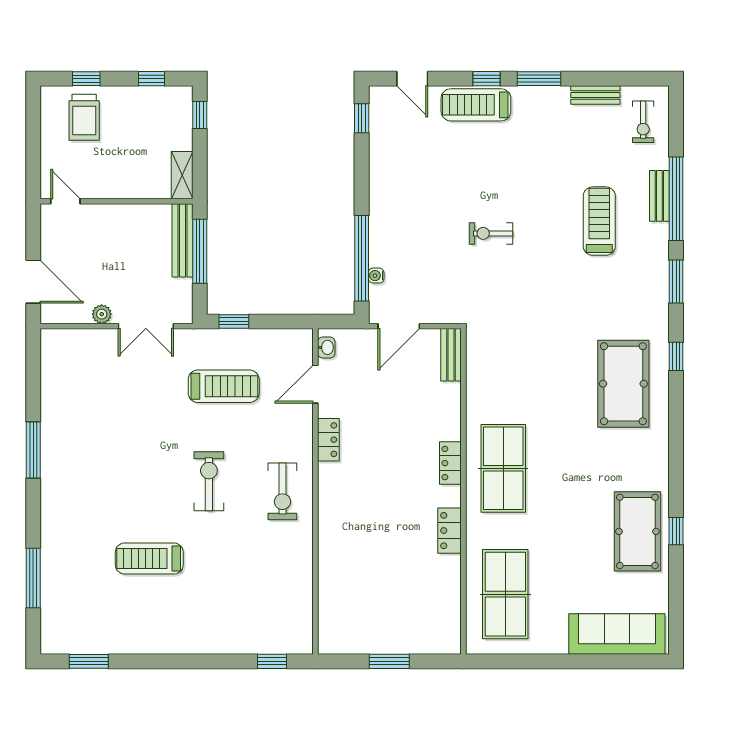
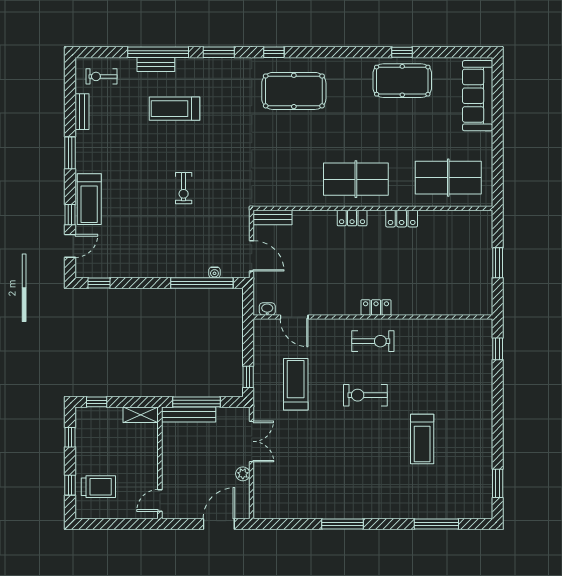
window: (486, 79) -> (70, 215), moved
exercise bike: (643, 122) -> (102, 76), turned 180
locker: (328, 440) -> (376, 307), moved

